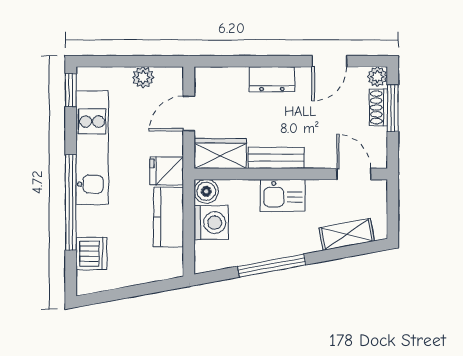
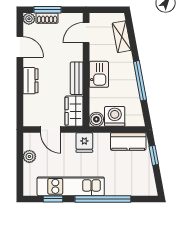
window: (71, 90) -> (53, 199), moved
kitchen counter: (168, 217) -> (128, 142), moved
dishwasher: (91, 254) -> (133, 187), removed
window: (145, 289) -> (154, 155), added

